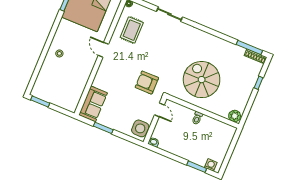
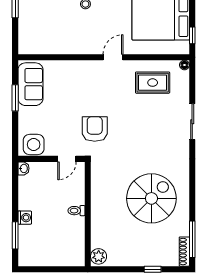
spiral stairs: (202, 80) -> (151, 198), moved
sofa: (93, 104) -> (30, 84), moved, turned -90
washing machine: (211, 165) -> (25, 218), moved

